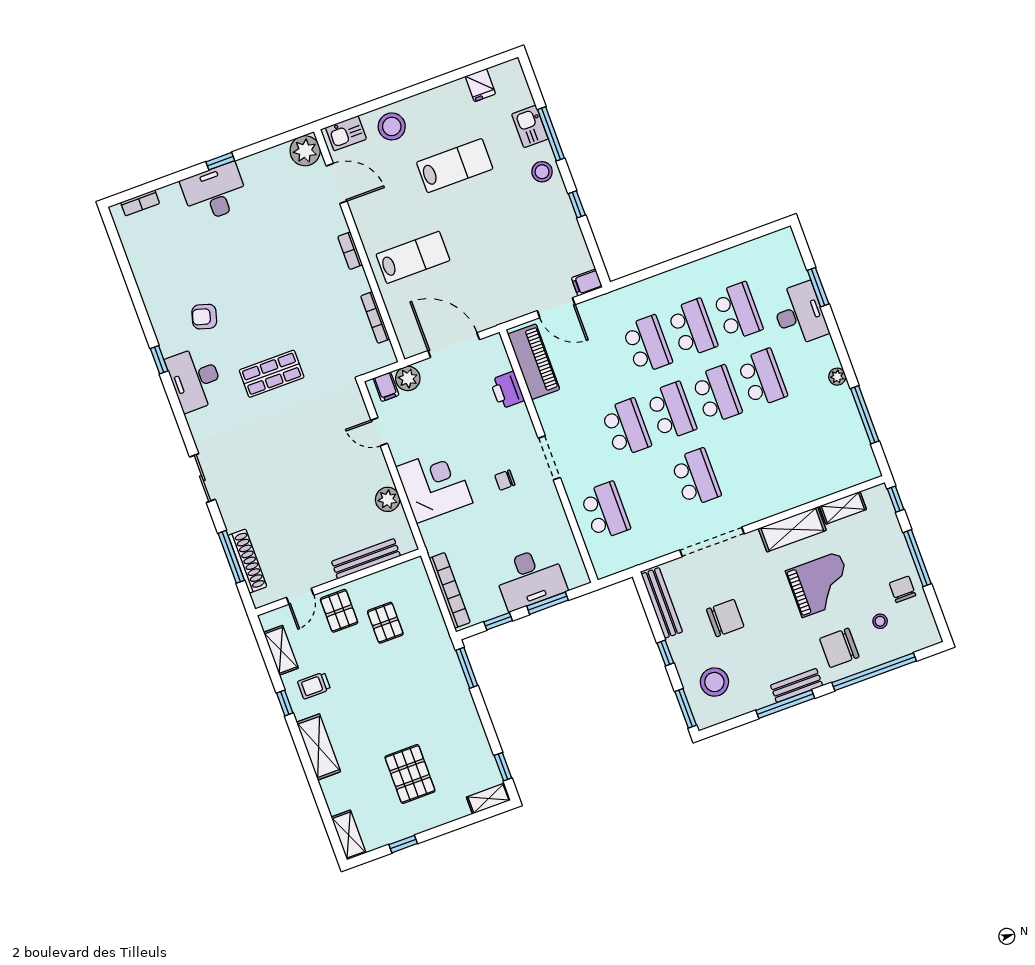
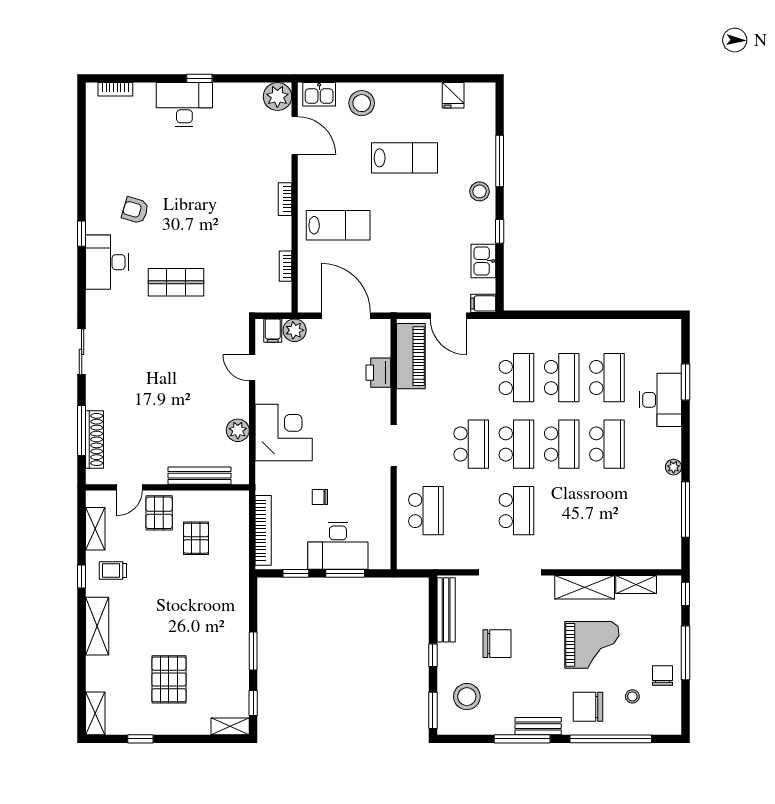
kitchen sink: (530, 127) -> (483, 261), moved
bookcase: (375, 318) -> (285, 266), width x0.64
chair: (505, 480) -> (320, 497), moved
window: (467, 668) -> (253, 651), moved

